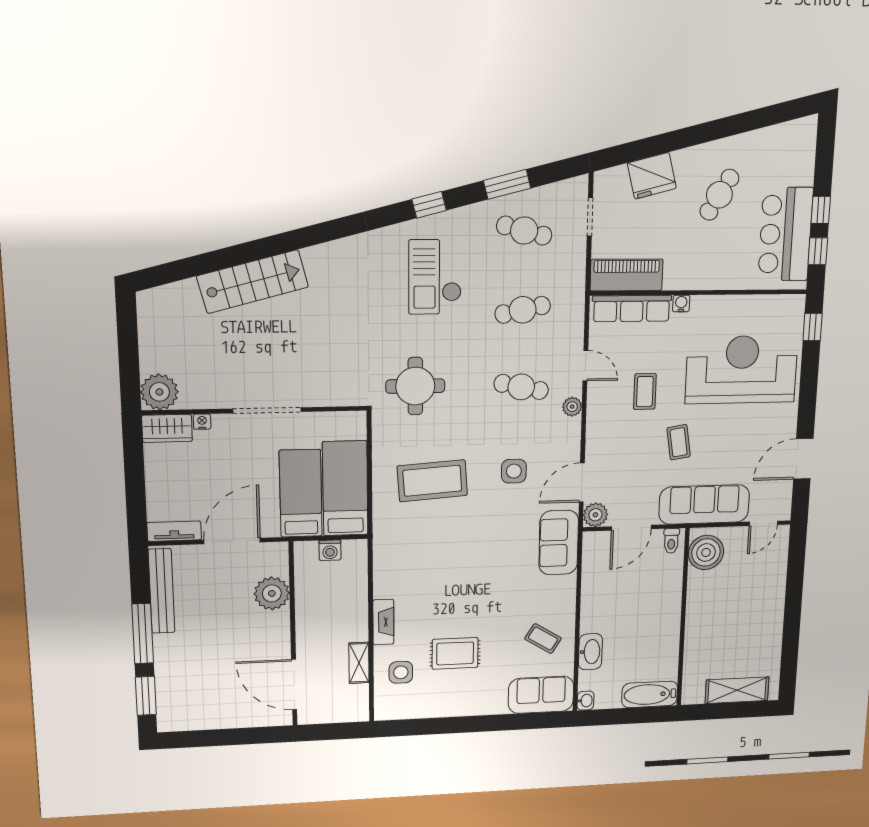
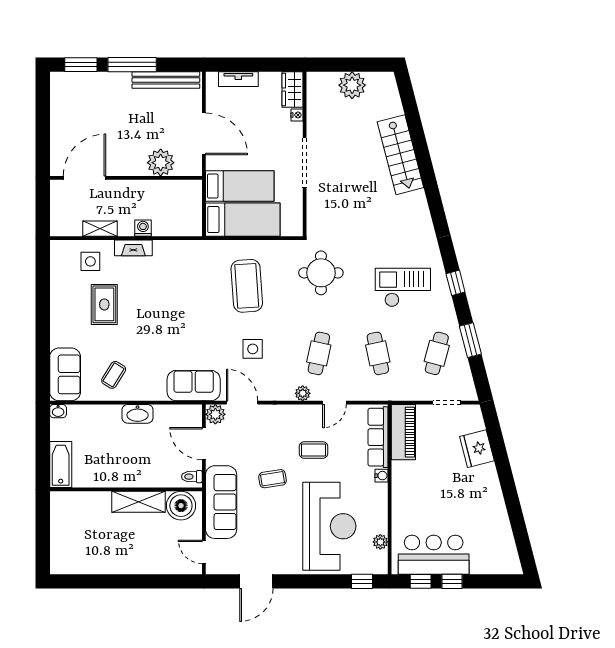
cafe table: (719, 195) -> (463, 501), removed
plant: (765, 304) -> (380, 542), added
plant: (159, 392) -> (352, 85), moved
door: (803, 459) -> (256, 581), swing flipped
tv unit: (174, 531) -> (238, 79), moved, turned 90
washing machine: (330, 550) -> (143, 228), moved, turned 90
washbasin: (590, 652) -> (138, 414), moved
shelving: (737, 690) -> (139, 502), moved, turned 90

